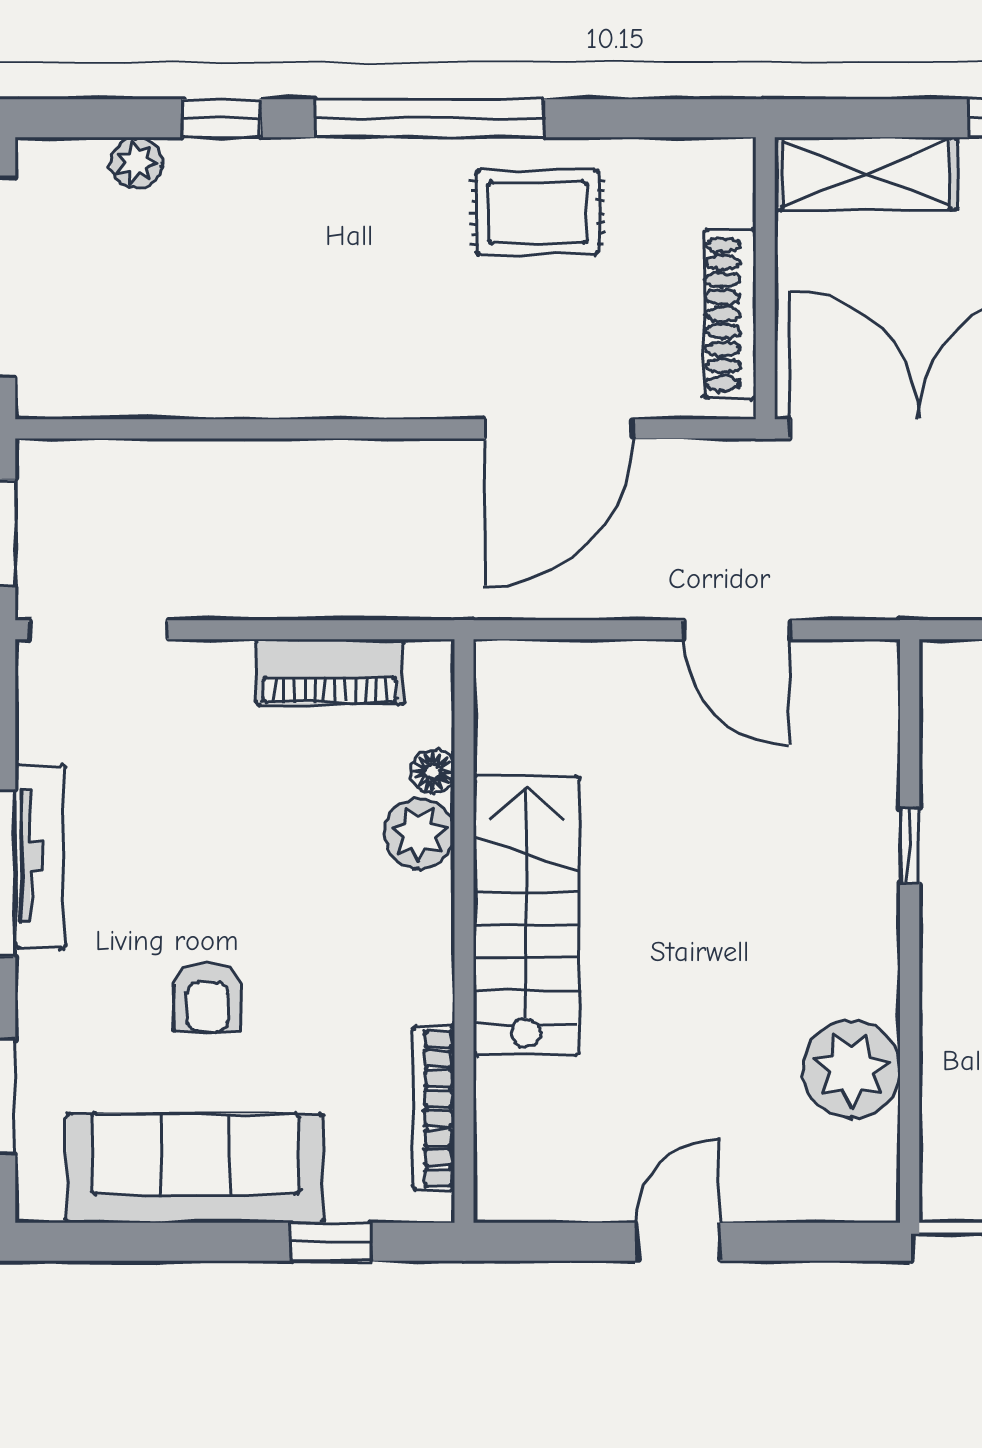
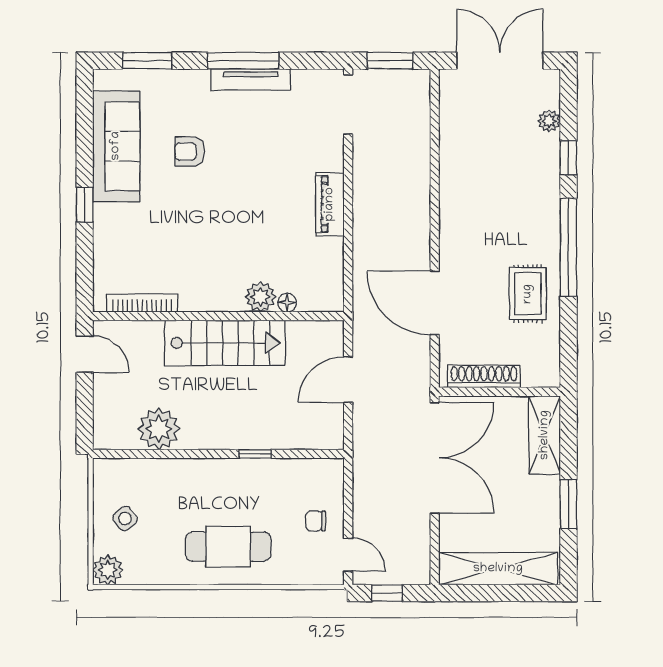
floor lamp: (433, 771) -> (287, 303), moved
plant: (419, 833) -> (260, 297), moved
stairs: (526, 916) -> (225, 343), moved
wall: (464, 931) -> (218, 316), moved
bookcase: (434, 1108) -> (142, 303), moved

